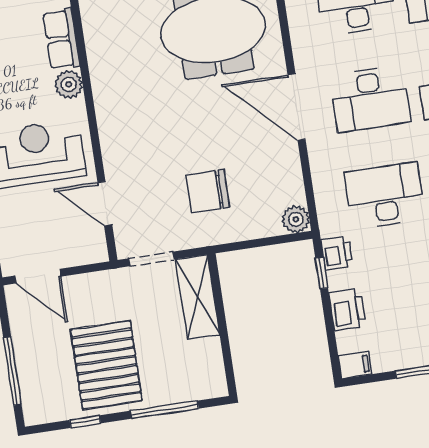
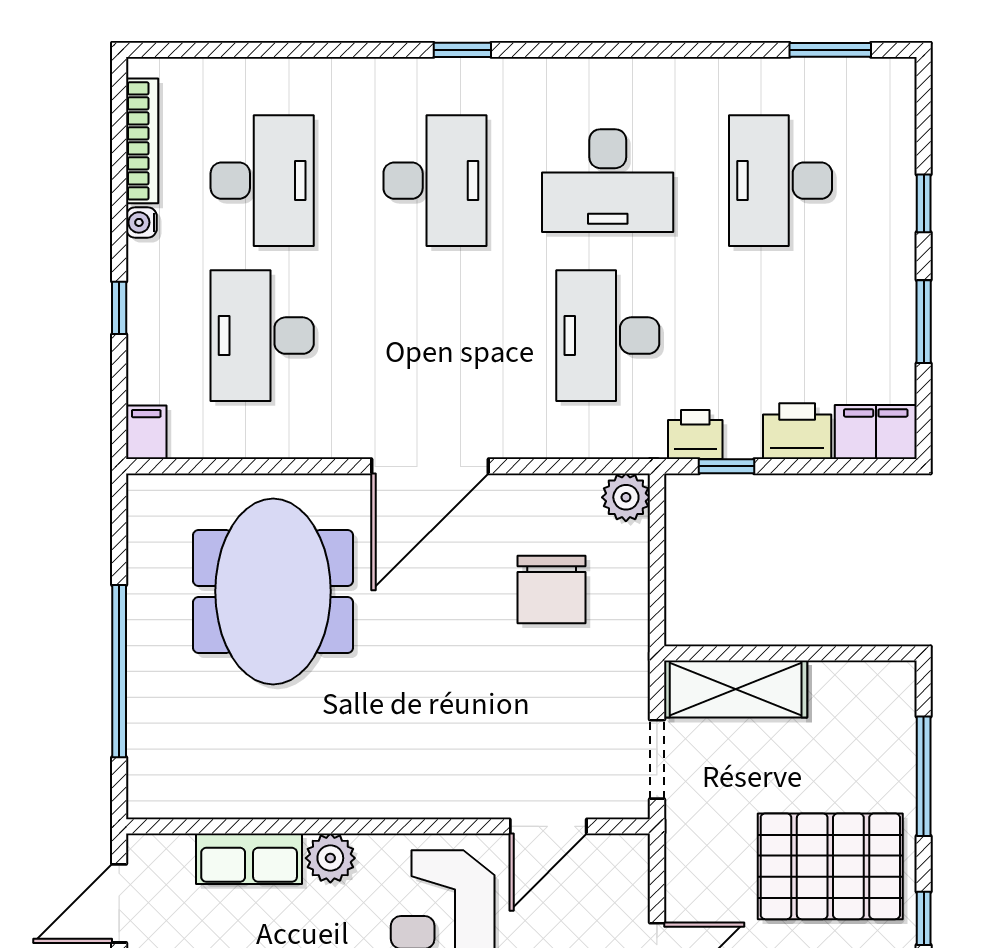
desk: (370, 99) -> (435, 336), removed
chair: (208, 191) -> (552, 589), moved
filing cabinet: (355, 365) -> (876, 432), width x2.00

